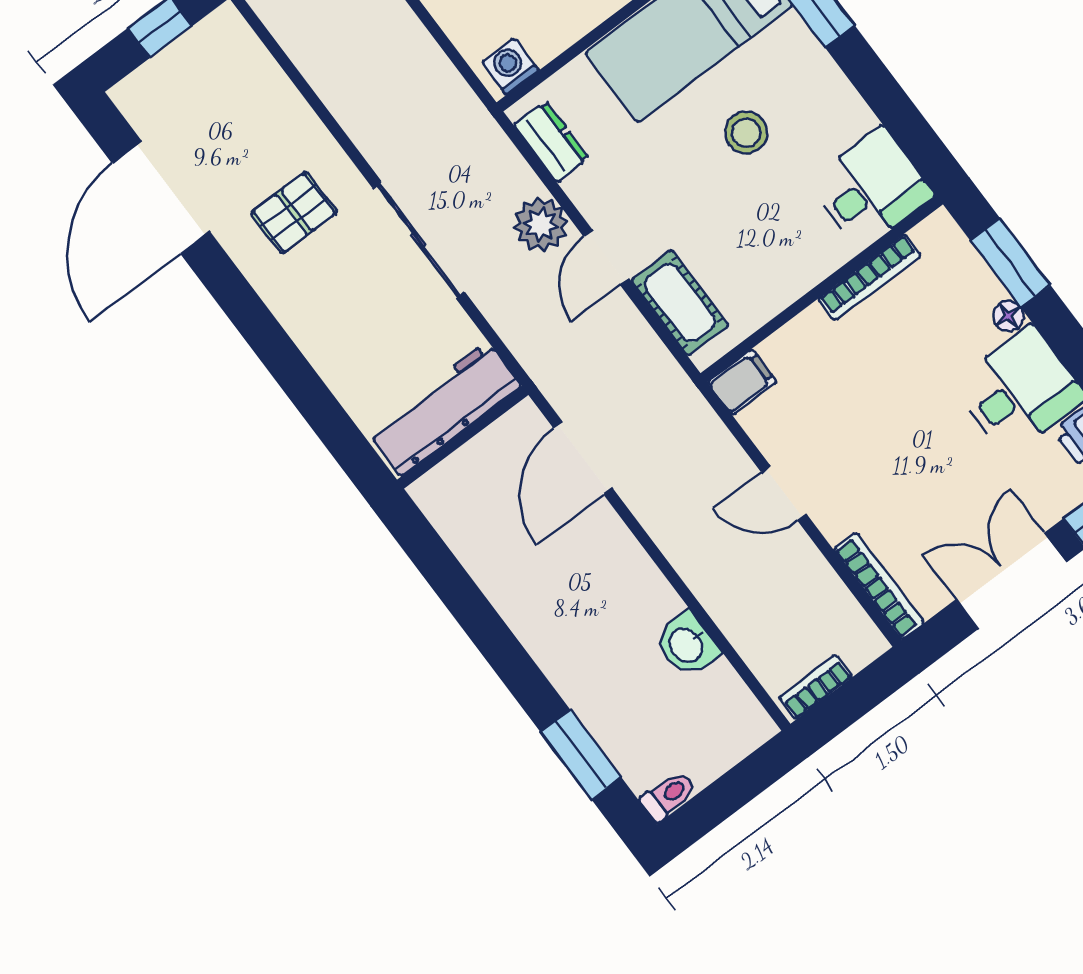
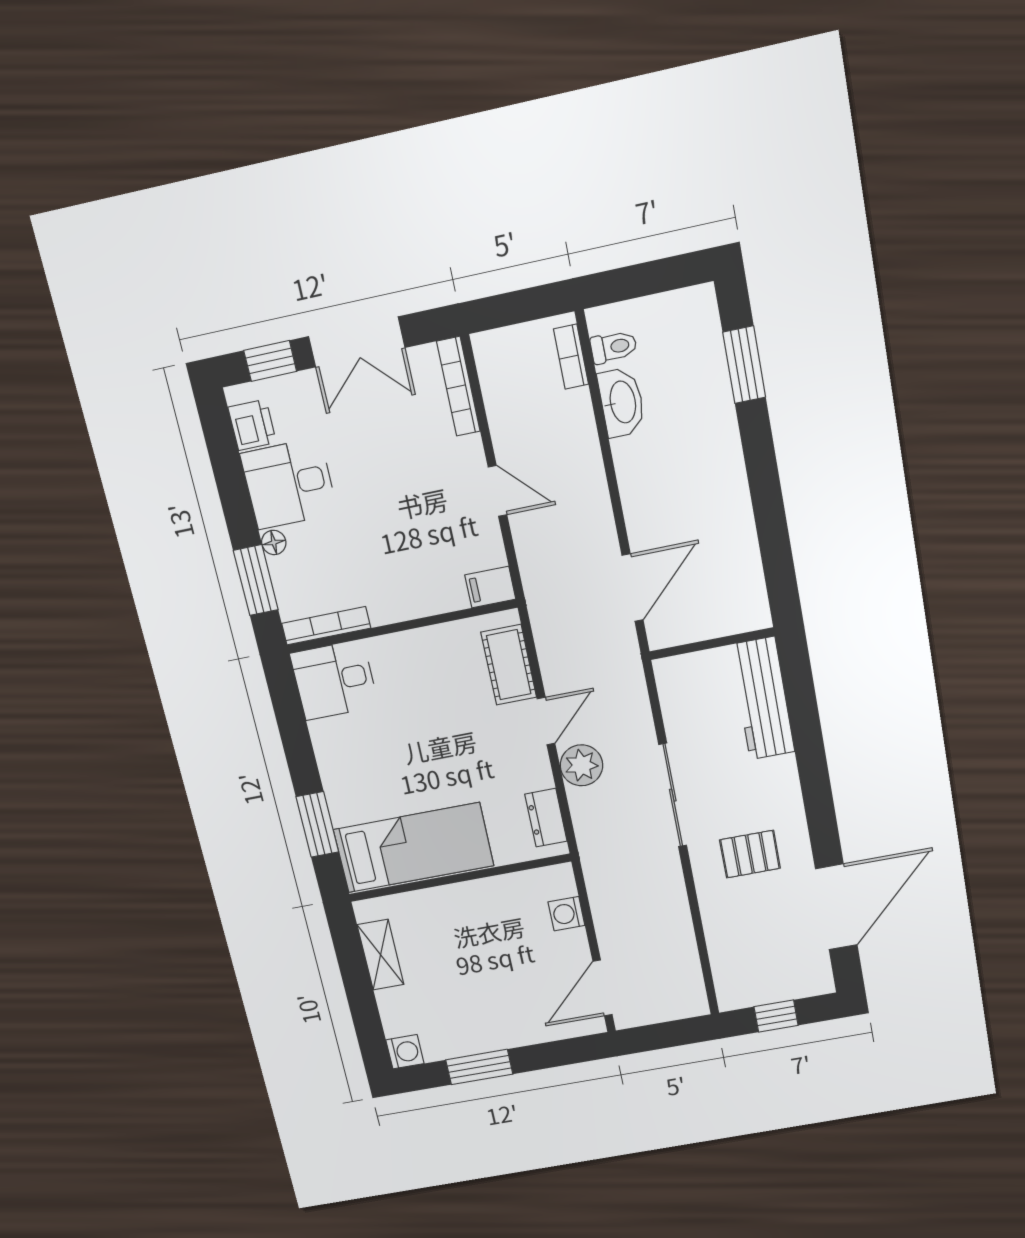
washing machine: (510, 66) -> (566, 914), moved, turned 90
stool: (746, 133) -> (406, 760), removed
bookcase: (870, 277) -> (326, 626), moved
workbench: (444, 409) -> (762, 698), moved, turned 90
washbasin: (687, 645) -> (622, 402), width x1.38
bookcase: (816, 687) -> (571, 357), moved, turned 90
toilet: (668, 796) -> (614, 347), moved, turned 180

